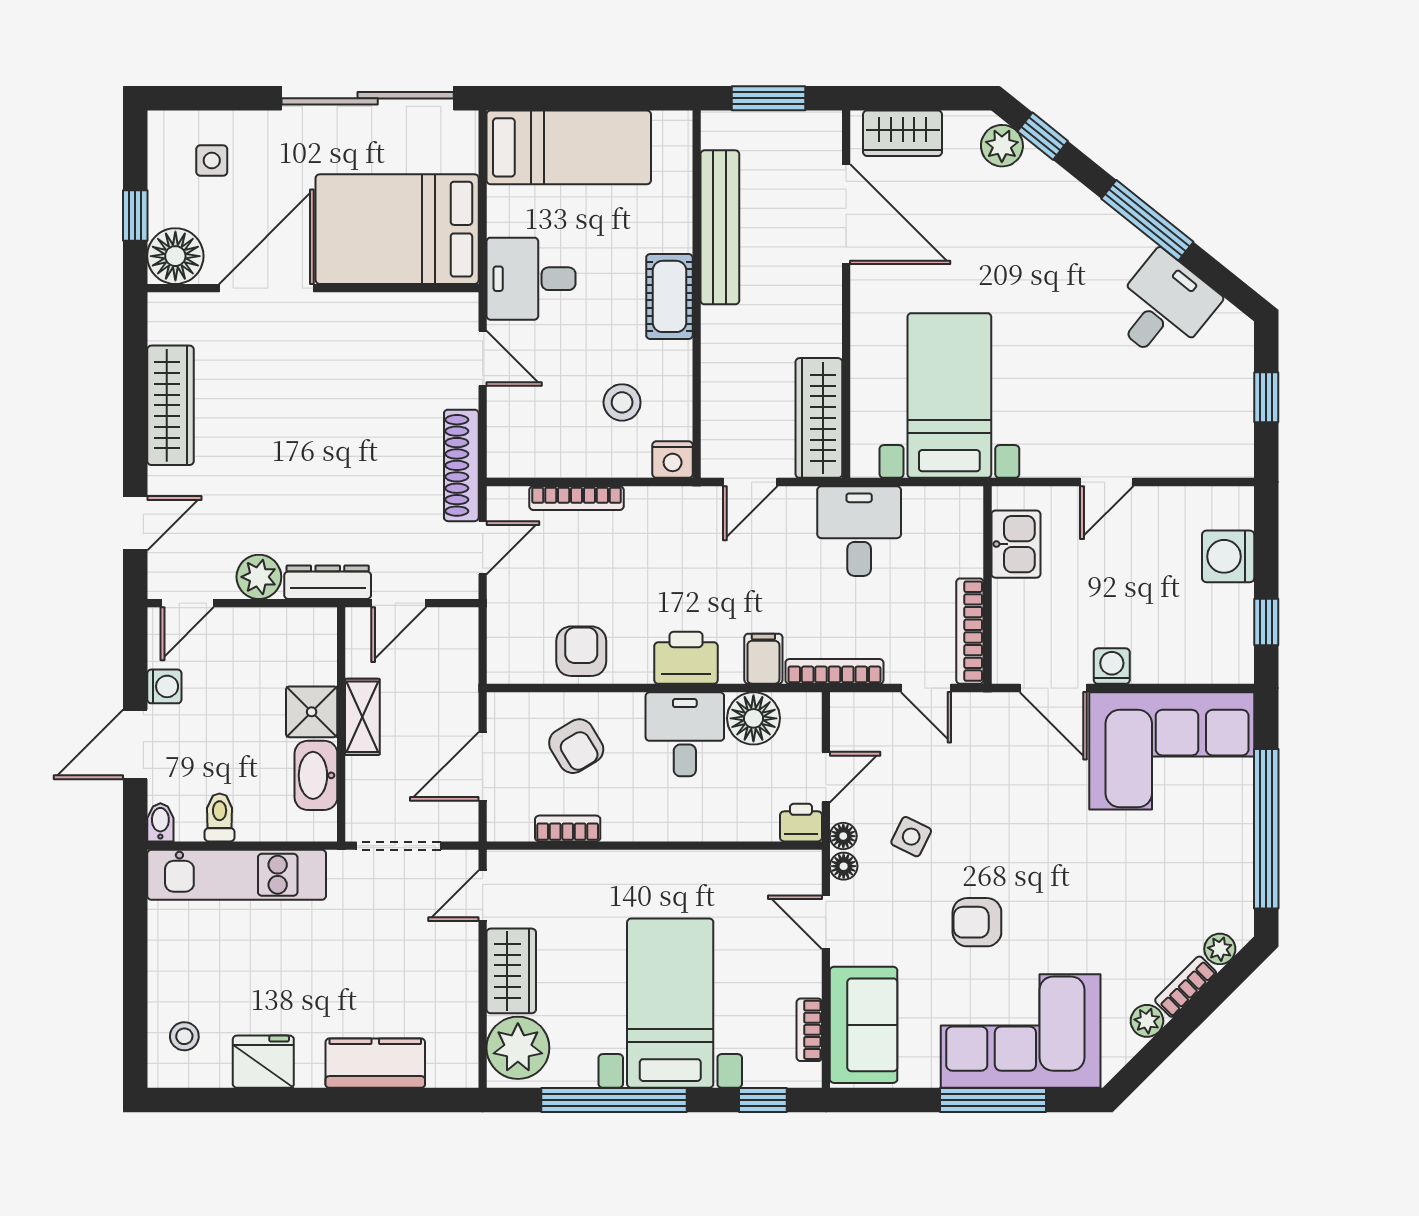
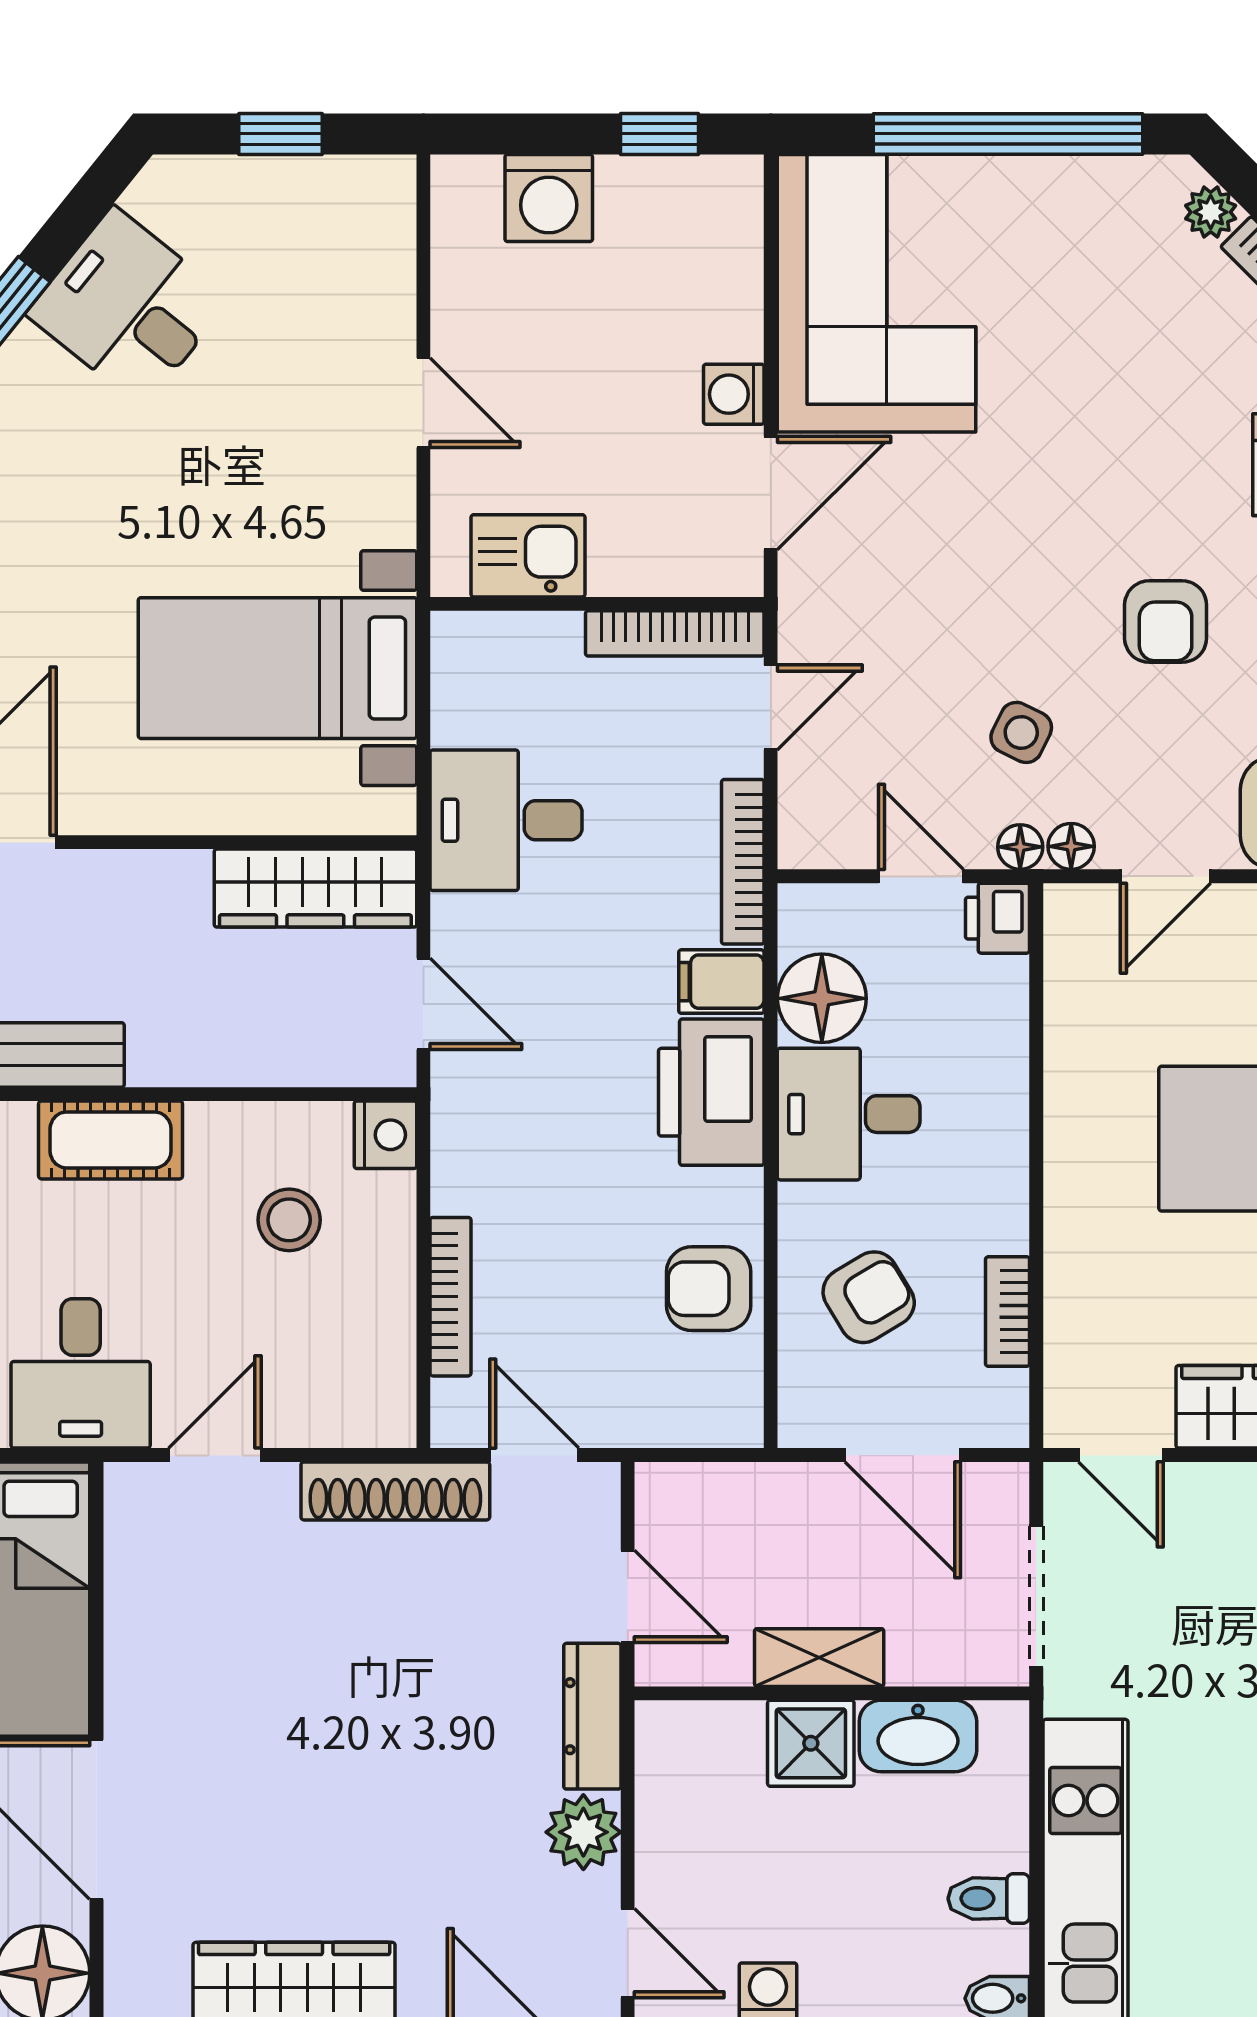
printer: (686, 658) -> (711, 1092), width x1.37, depth x1.19

